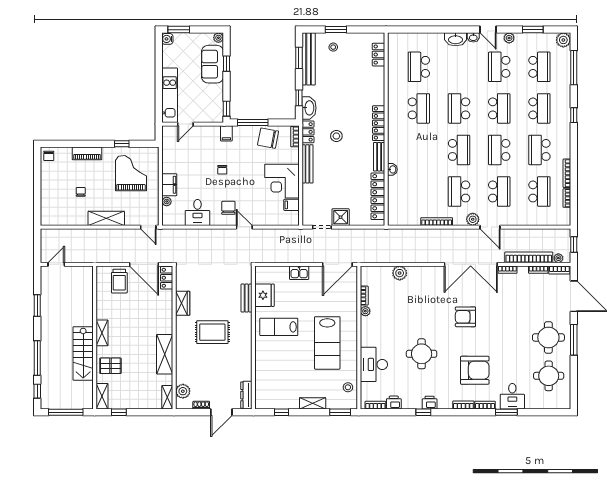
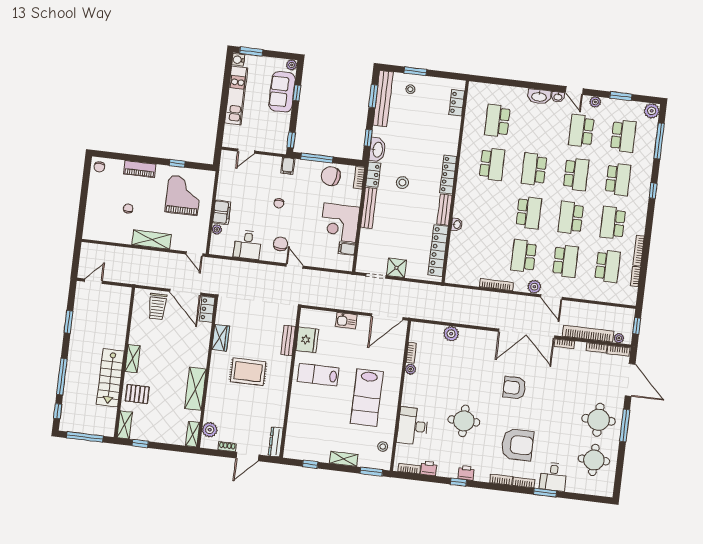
kitchen unit: (170, 95) -> (236, 95), moved

